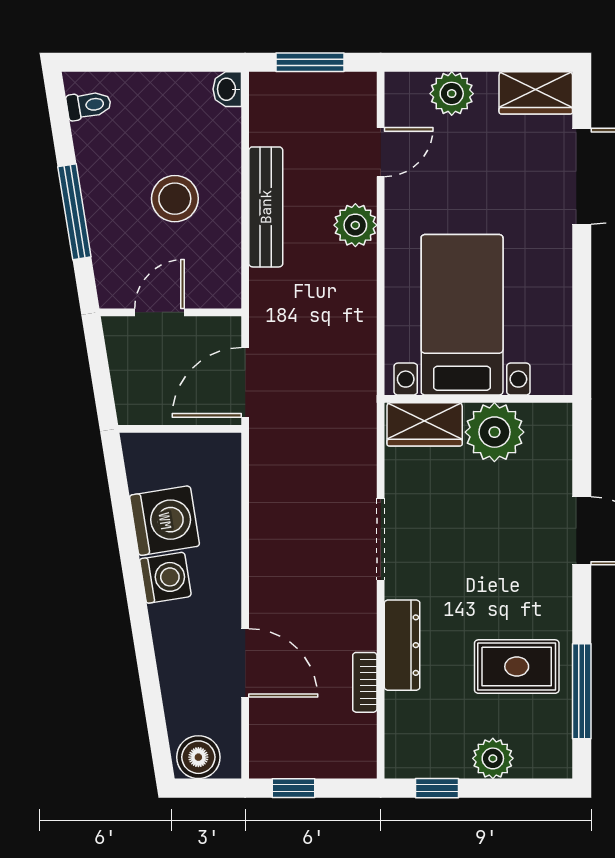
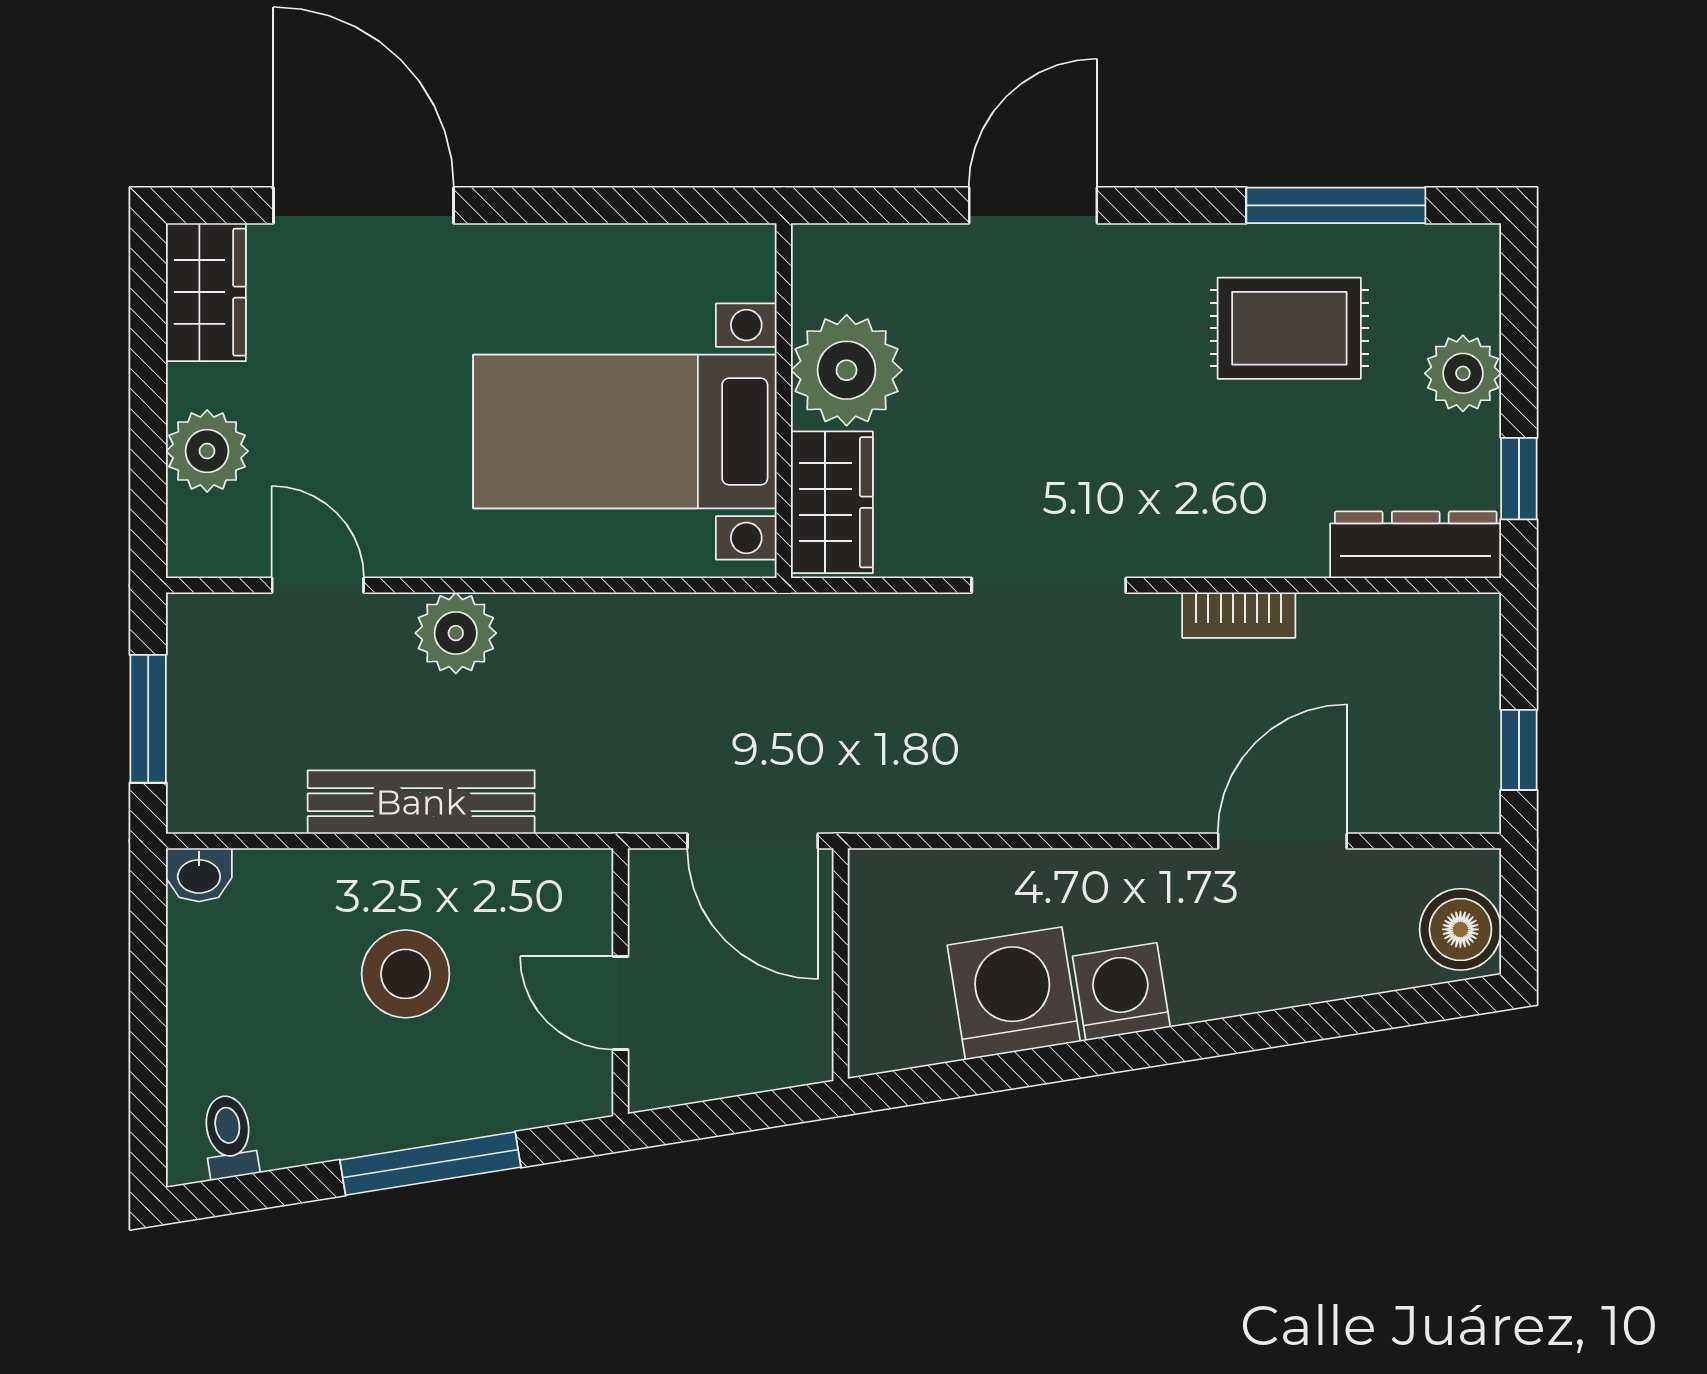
dresser: (402, 645) -> (1416, 545), moved
rug: (517, 667) -> (1289, 328), turned 90
bookcase: (365, 682) -> (1239, 615), moved

